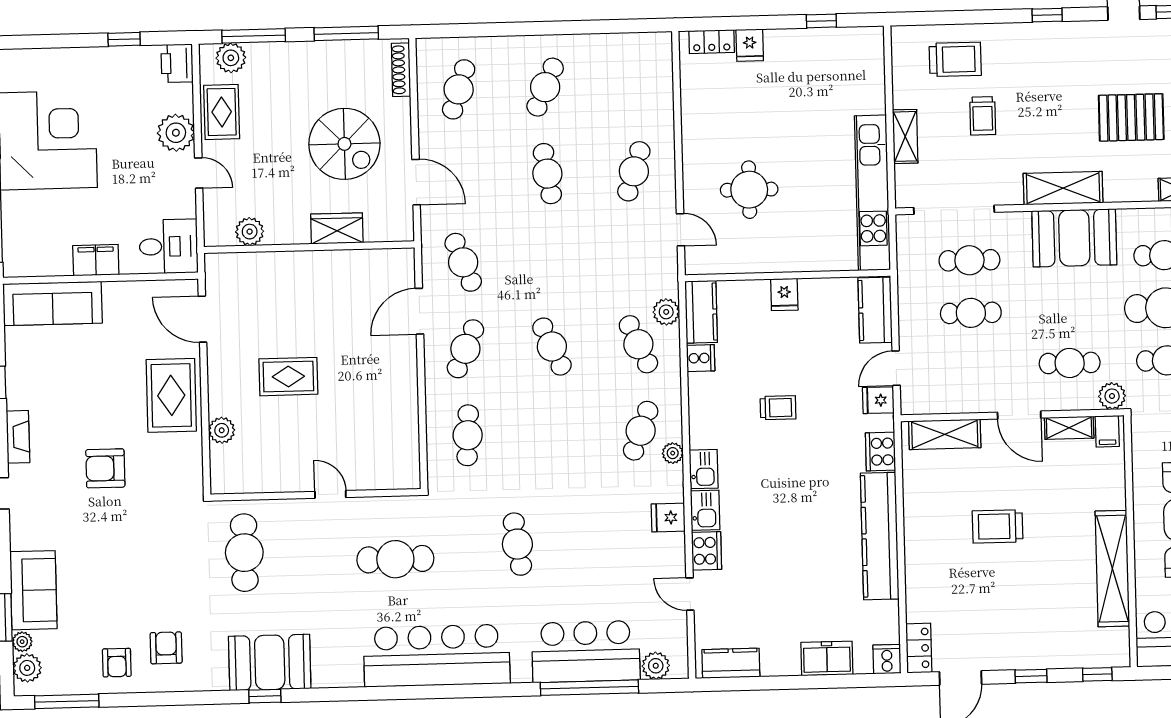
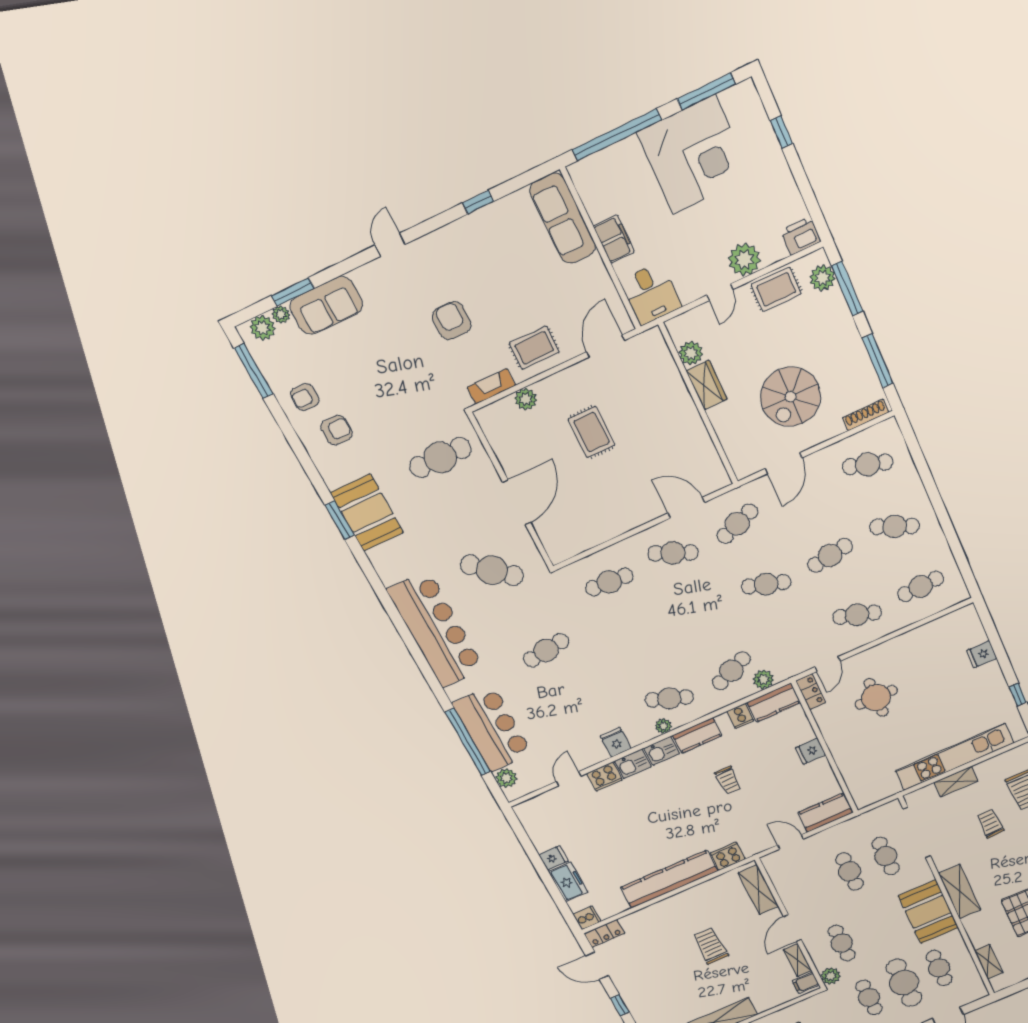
window: (124, 39) -> (781, 132), moved
locker: (712, 42) -> (811, 692), moved, turned 180
cafe table: (632, 85) -> (921, 586), added
trolley: (983, 116) -> (990, 823), turned 87
kitchen unit: (872, 193) -> (954, 757), moved
wardrobe: (337, 228) -> (706, 385), moved
cafe table: (552, 347) -> (766, 584), moved, turned 42
rug: (171, 395) -> (534, 348), width x0.73, depth x0.70
fridge: (878, 400) -> (554, 858), moved, turned 90
fireplace: (18, 437) -> (491, 386), moved, turned 180
door: (330, 494) -> (517, 502), width x1.88
cafe table: (395, 559) -> (492, 570), turned -49
kitchen counter: (731, 663) -> (697, 735), moved, turned 90
window: (265, 696) -> (340, 520), width x1.50

